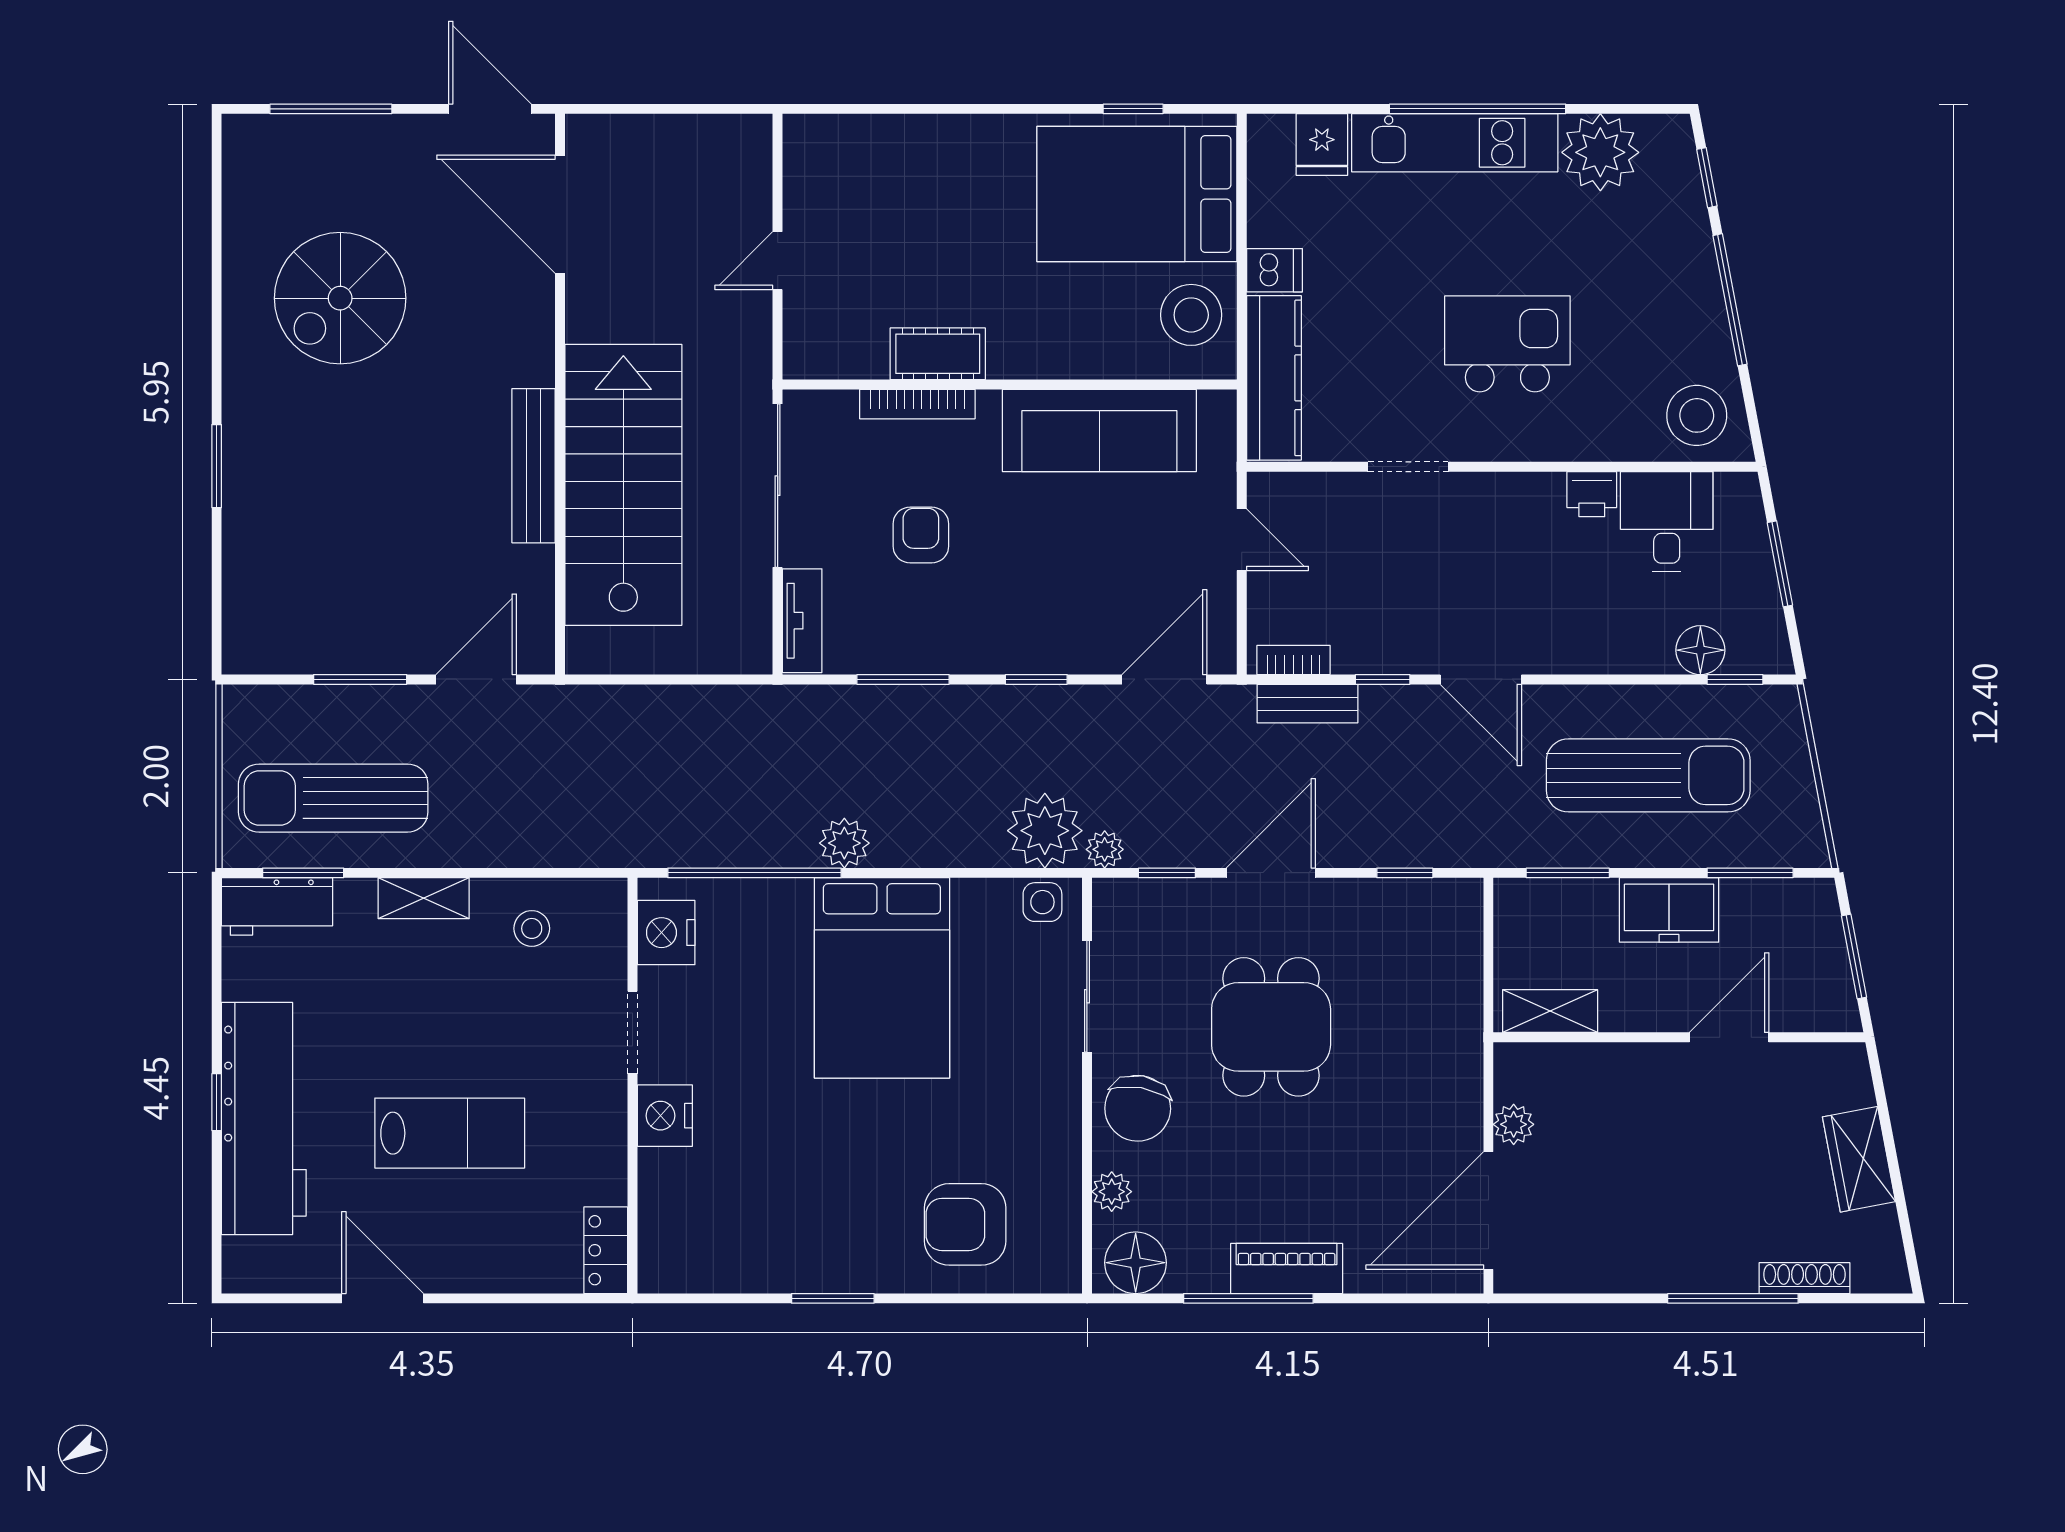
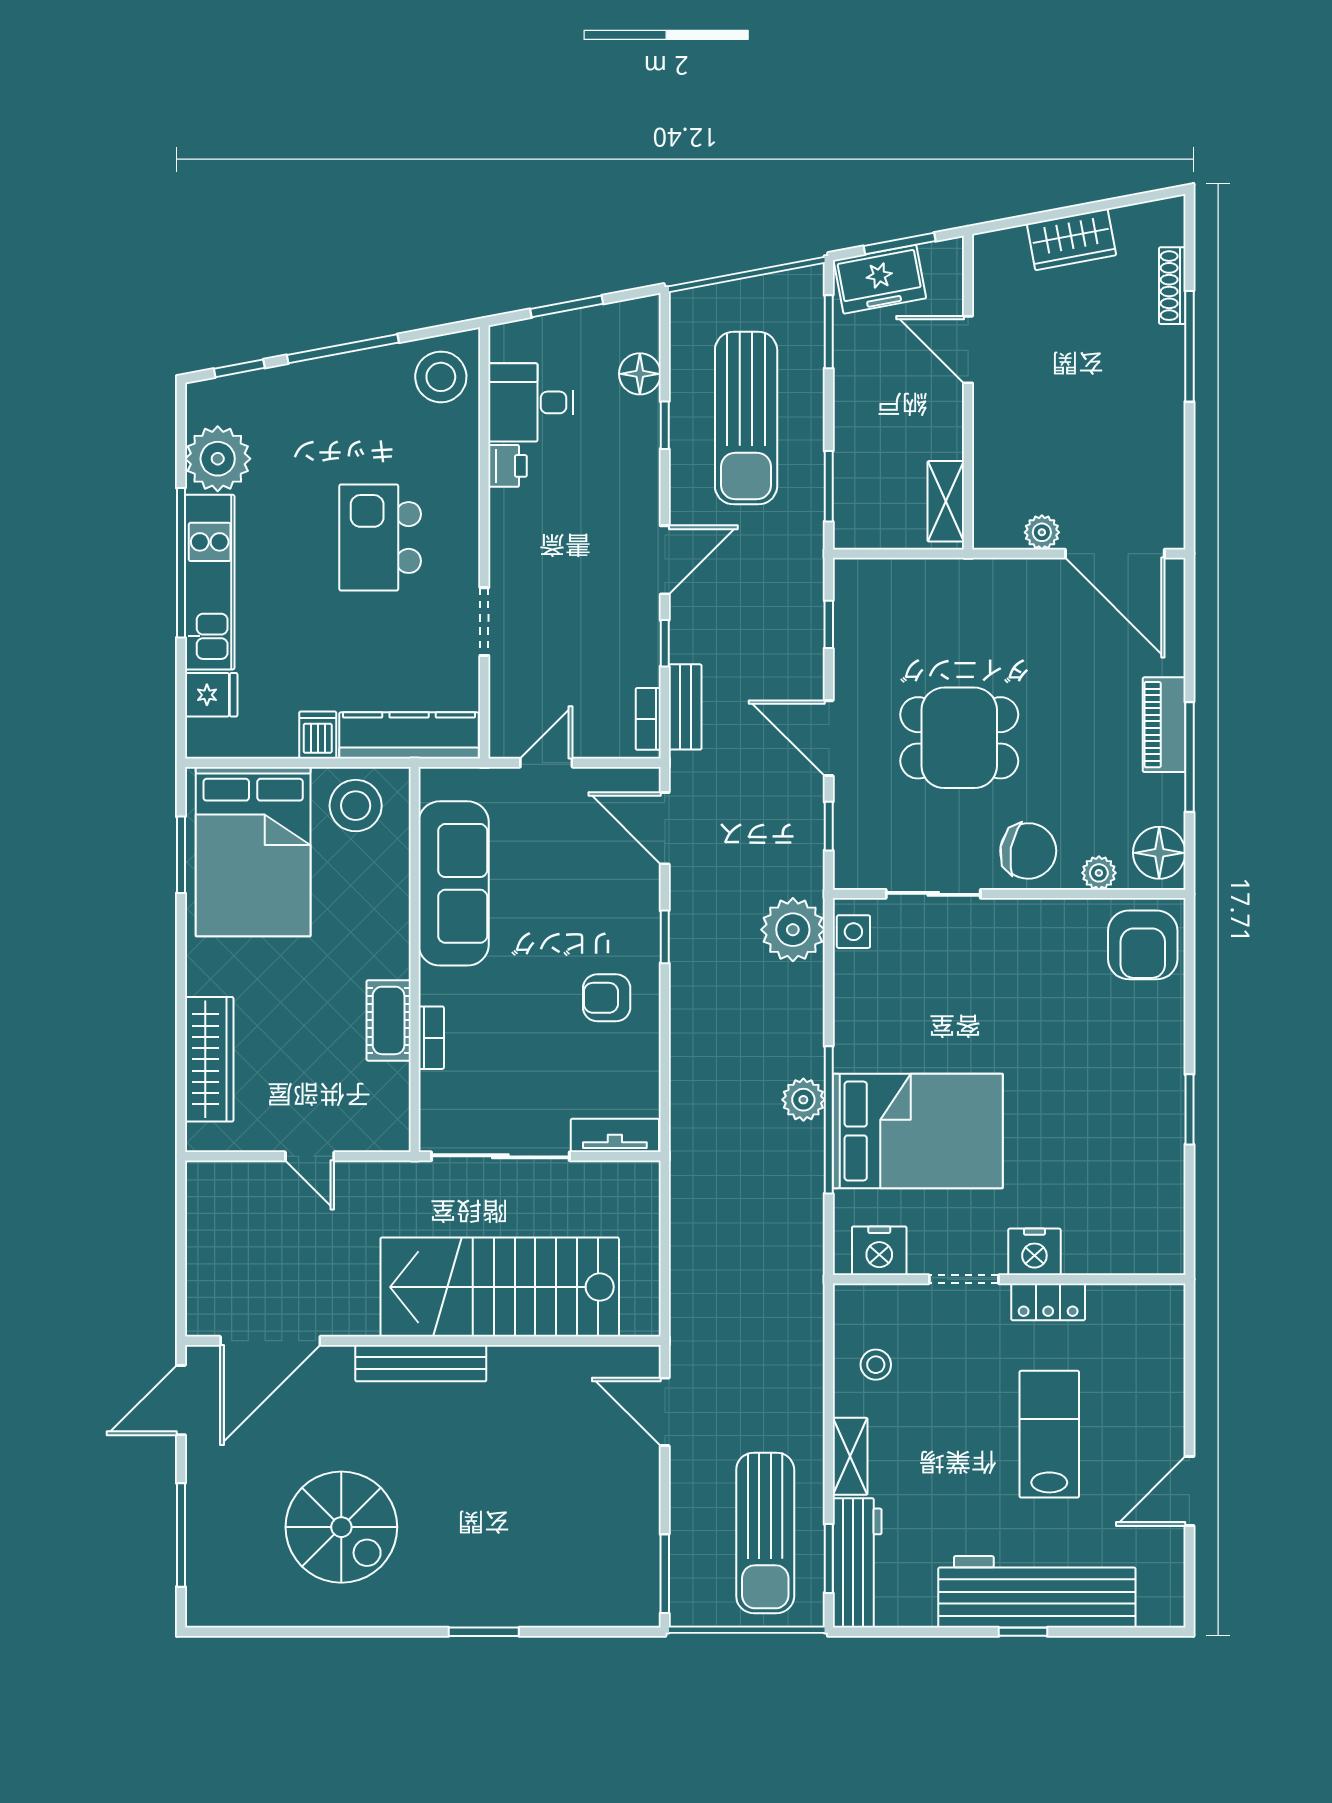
window: (1133, 109) -> (181, 855), width x1.50
wardrobe: (892, 142) -> (209, 1059), added
bookcase: (917, 404) -> (431, 1038), width x0.64
bench: (533, 466) -> (421, 1363), moved
armchair: (921, 535) -> (607, 998), moved
window: (360, 679) -> (665, 1574), moved
window: (903, 679) -> (665, 1050), removed
window: (1735, 679) -> (665, 425), moved
sun lounger: (1648, 775) -> (746, 418), turned 180
plant: (1105, 849) -> (809, 879), removed
window: (754, 873) -> (829, 1120), moved
workbench: (277, 906) -> (857, 1563), width x1.38
freezer: (1669, 910) -> (880, 279), moved, turned 79
bed: (882, 978) -> (918, 1131), moved
armchair: (965, 1224) -> (1143, 945), moved
locker: (606, 1250) -> (1048, 1302), moved

